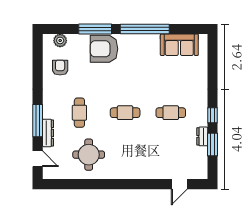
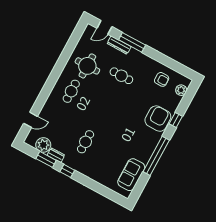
window: (95, 29) -> (176, 120), width x0.46
cafe table: (125, 113) -> (71, 91), moved
plant: (199, 156) -> (43, 145), added
door: (179, 184) -> (31, 120), swing flipped

